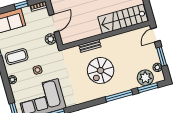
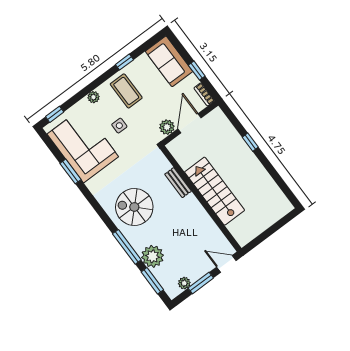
stairs: (123, 19) -> (215, 191), moved
door: (54, 23) -> (190, 123), swing flipped
spiral stairs: (101, 70) -> (134, 207), moved
plant: (145, 78) -> (153, 256), moved

